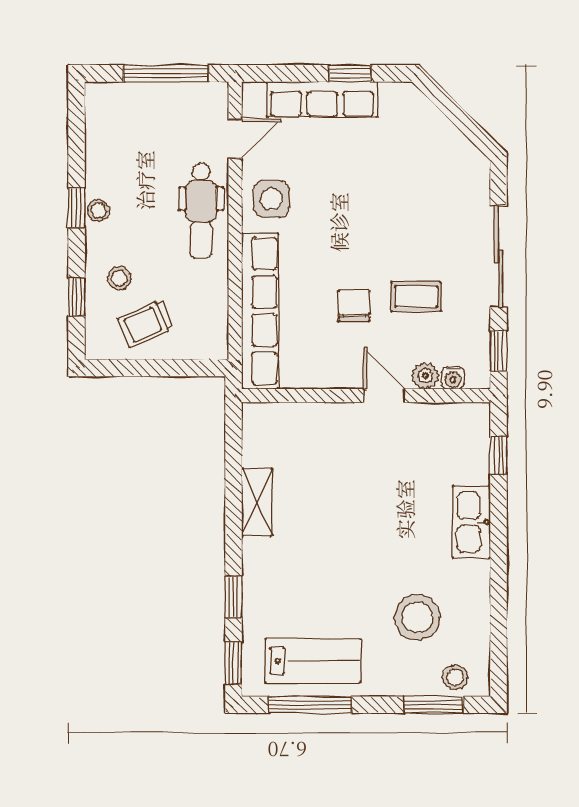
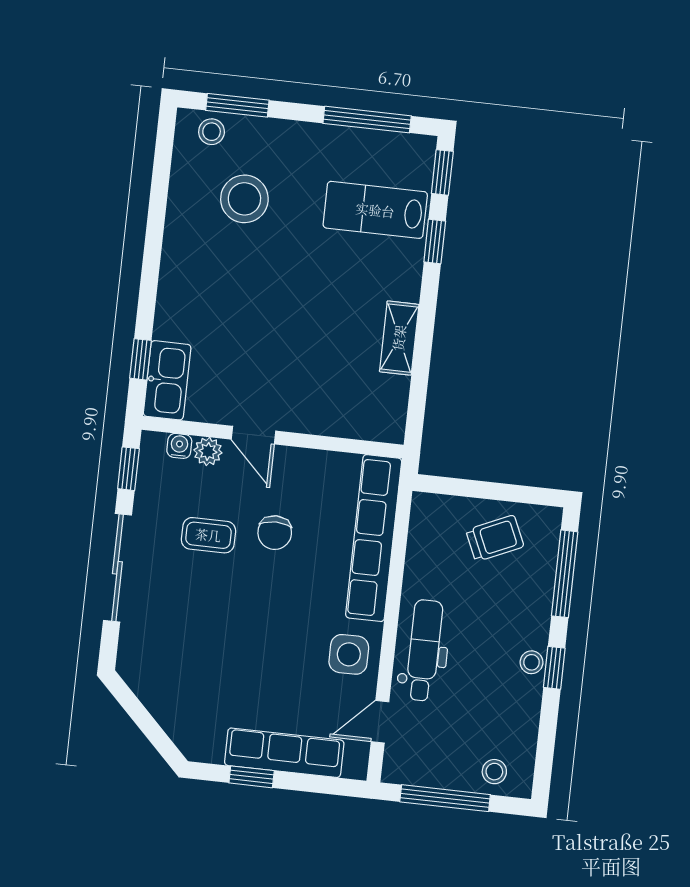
stool: (119, 278) -> (494, 772), moved
window: (76, 297) -> (565, 574), width x2.17
kitchen sink: (471, 522) -> (167, 380), moved
lab bench: (313, 661) -> (375, 210), moved

